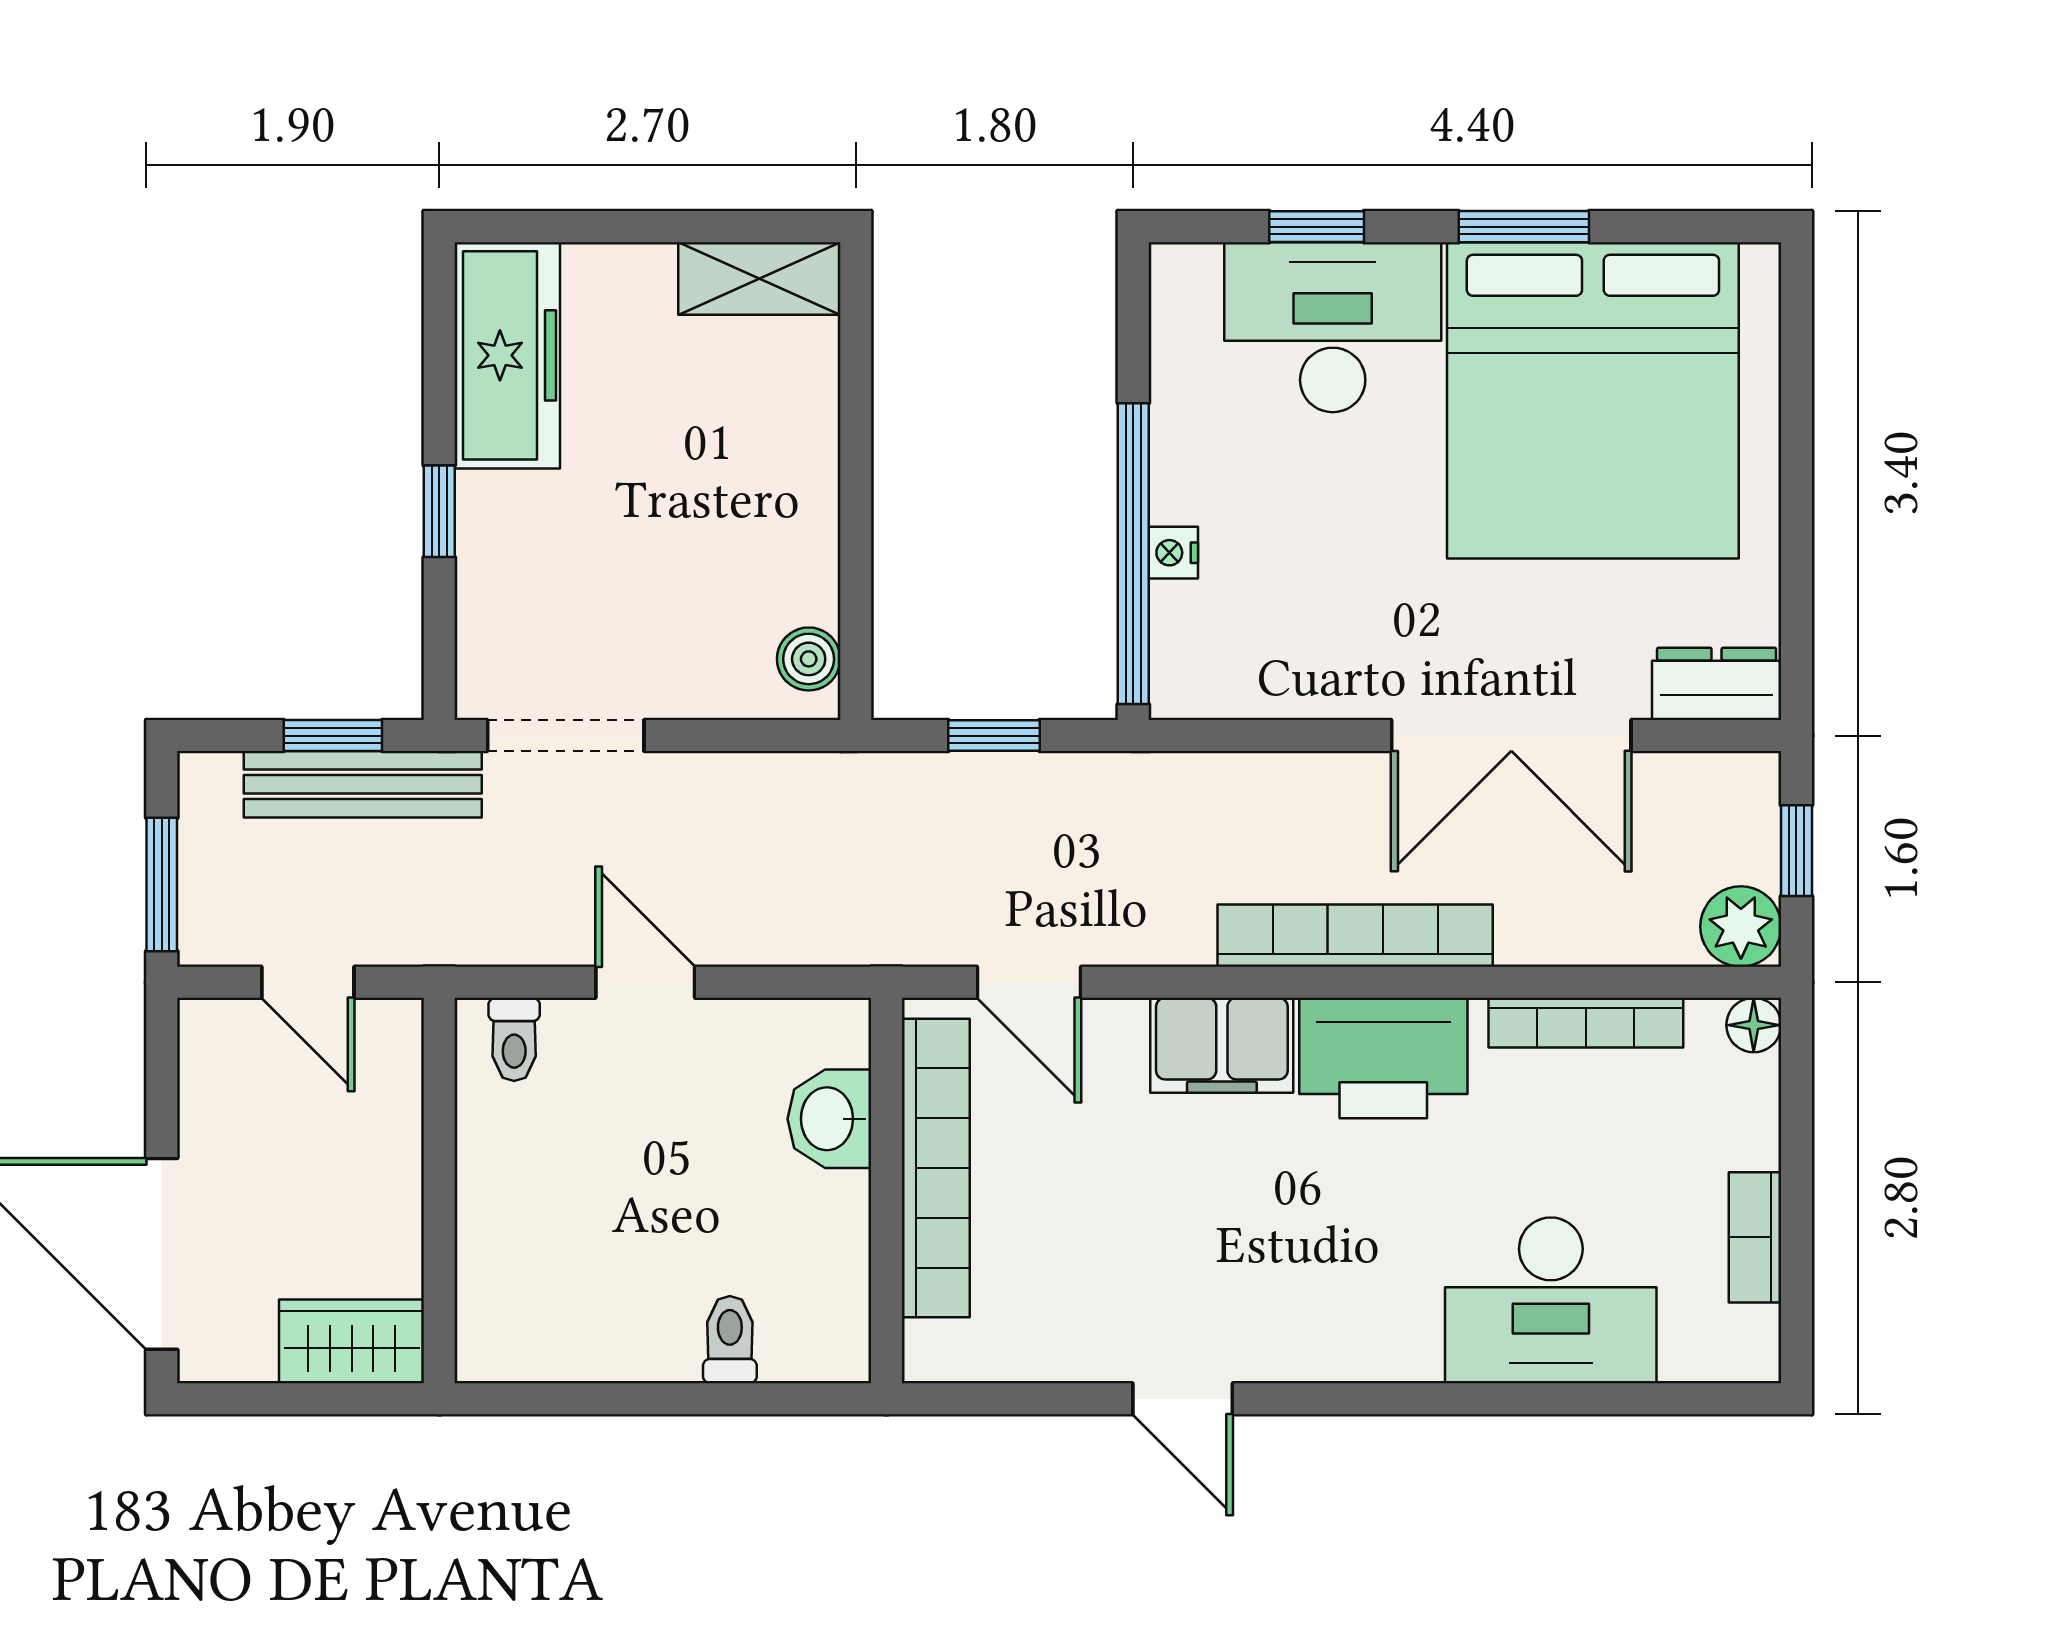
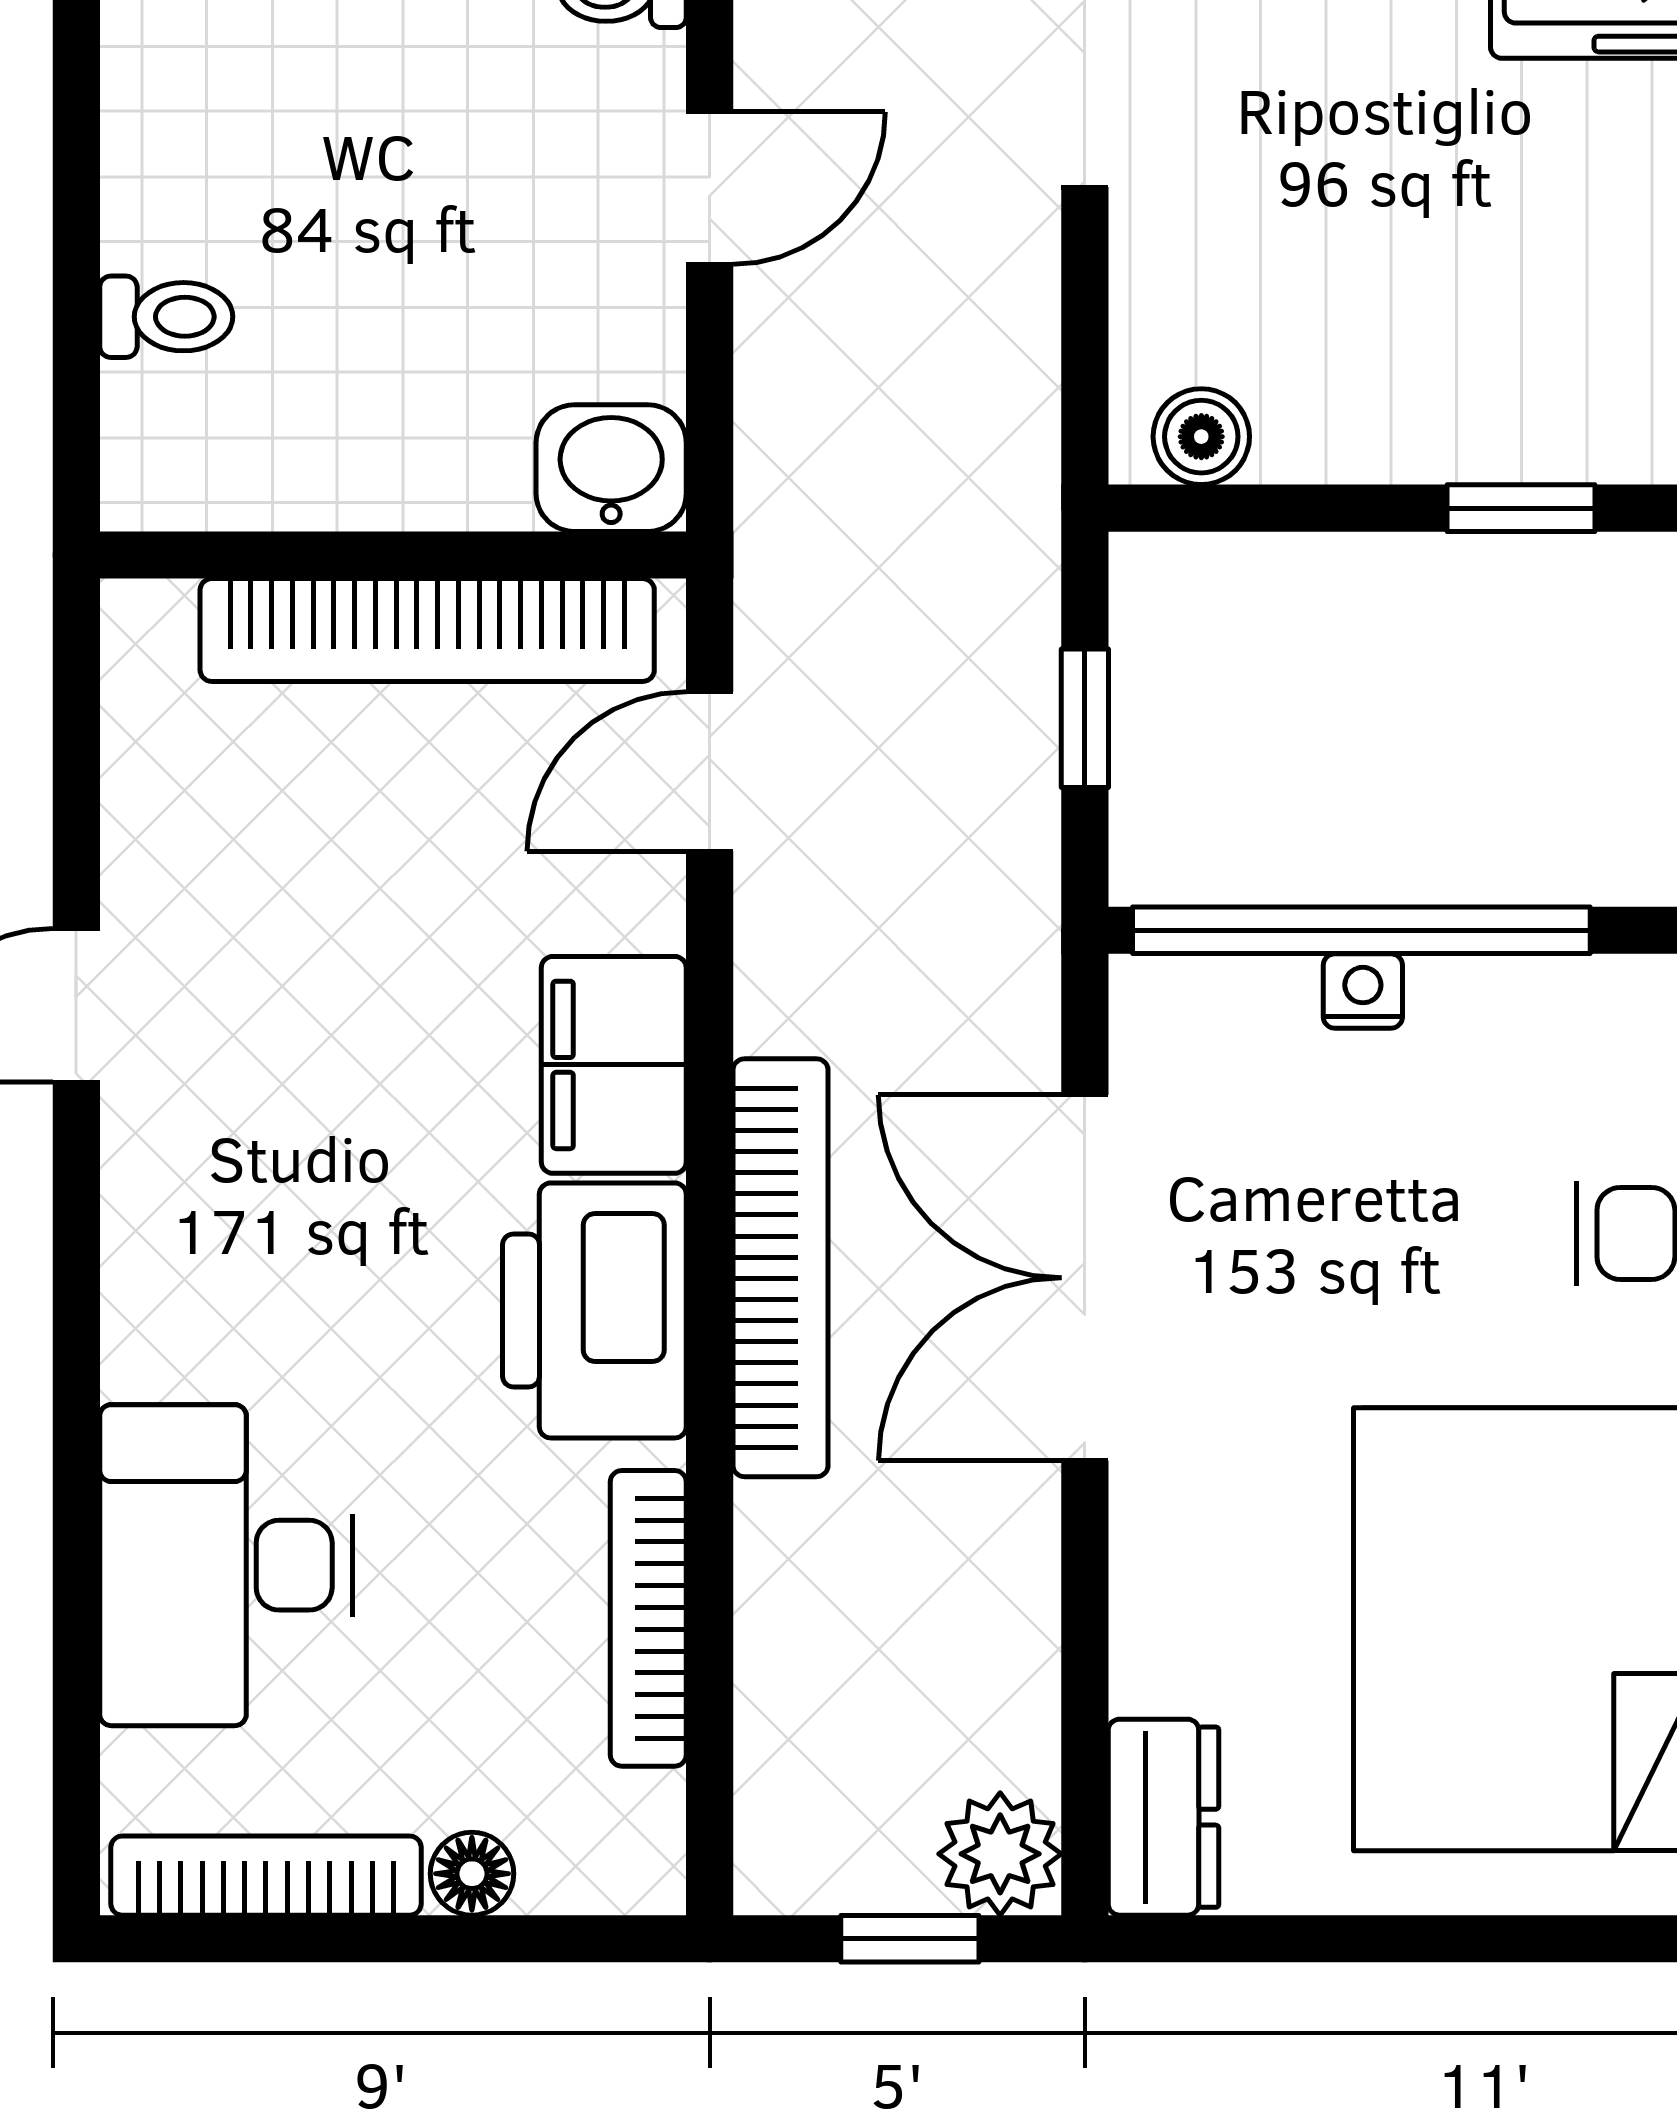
window: (856, 449) -> (1521, 508), added
double door: (1511, 736) -> (1085, 1278), moved
plant: (1741, 927) -> (1000, 1854), moved
floor lamp: (1754, 1025) -> (472, 1874), moved
washbasin: (829, 1119) -> (611, 468), moved
bookcase: (1755, 1237) -> (266, 1876), width x1.56

